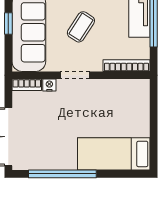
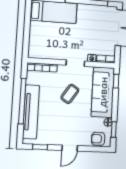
window: (8, 24) -> (116, 81), moved

